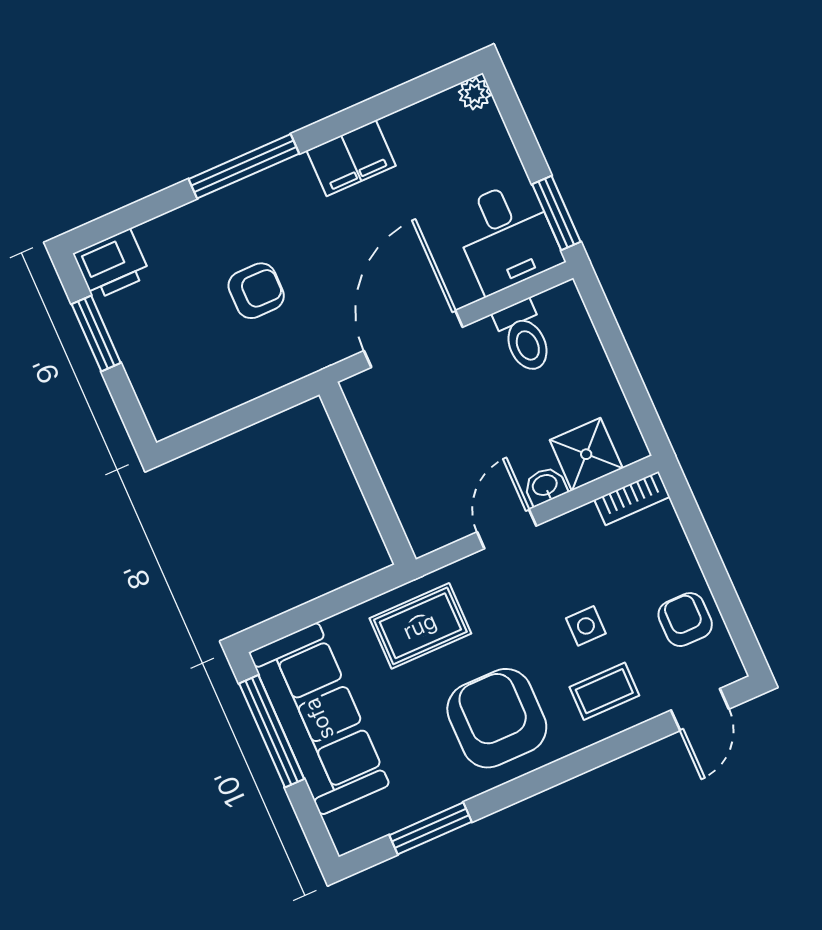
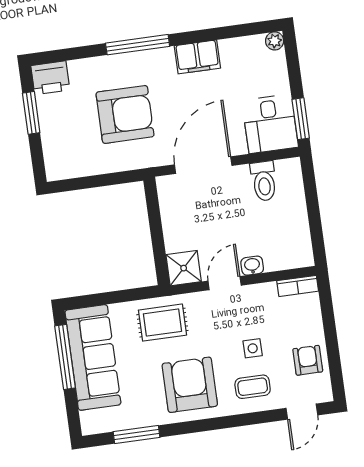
armchair: (256, 291) -> (125, 114), width x1.88, depth x1.88
shower: (586, 454) -> (184, 268), moved

